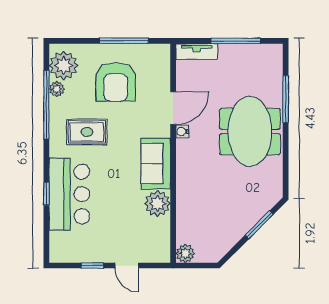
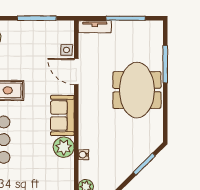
side table: (161, 81) -> (67, 50), added
armchair: (116, 82) -> (31, 51), removed
door: (173, 108) -> (76, 72), swing flipped
water cooler: (182, 132) -> (83, 155), moved

